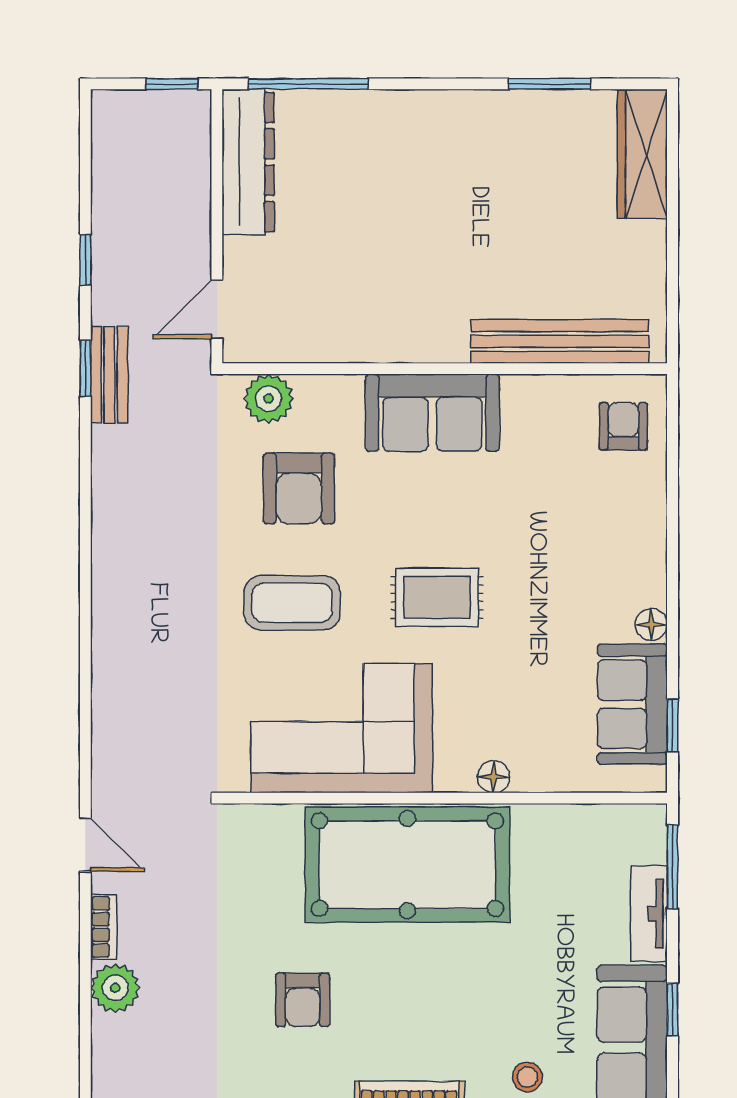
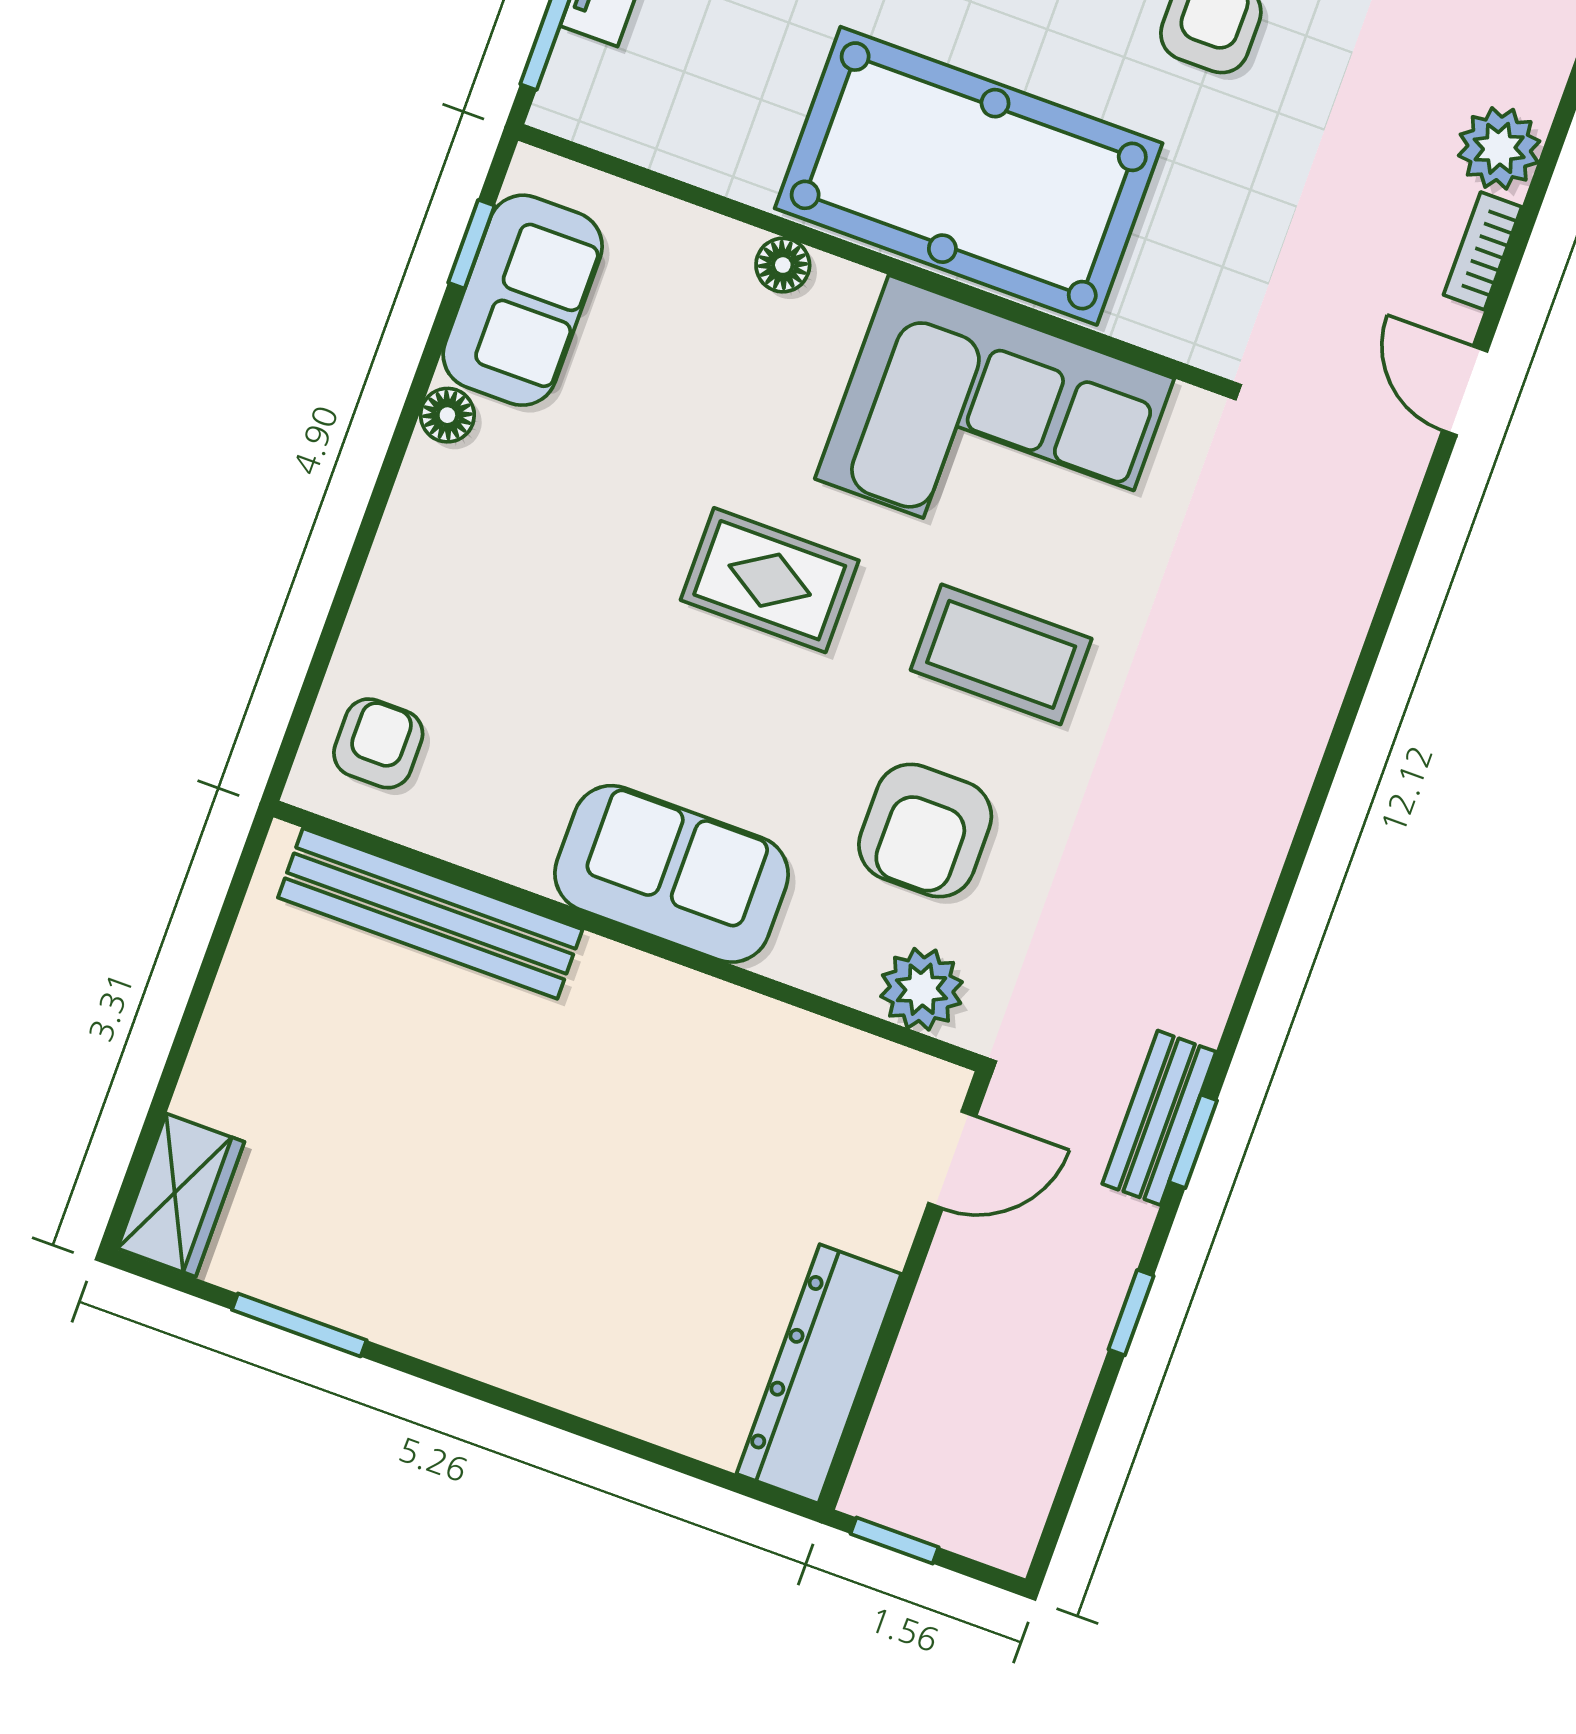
window: (308, 84) -> (679, 1463), removed
wardrobe: (642, 154) -> (181, 1195), width x0.67
armchair: (623, 426) -> (378, 743), turned 180
armchair: (299, 489) -> (925, 830), turned 180

